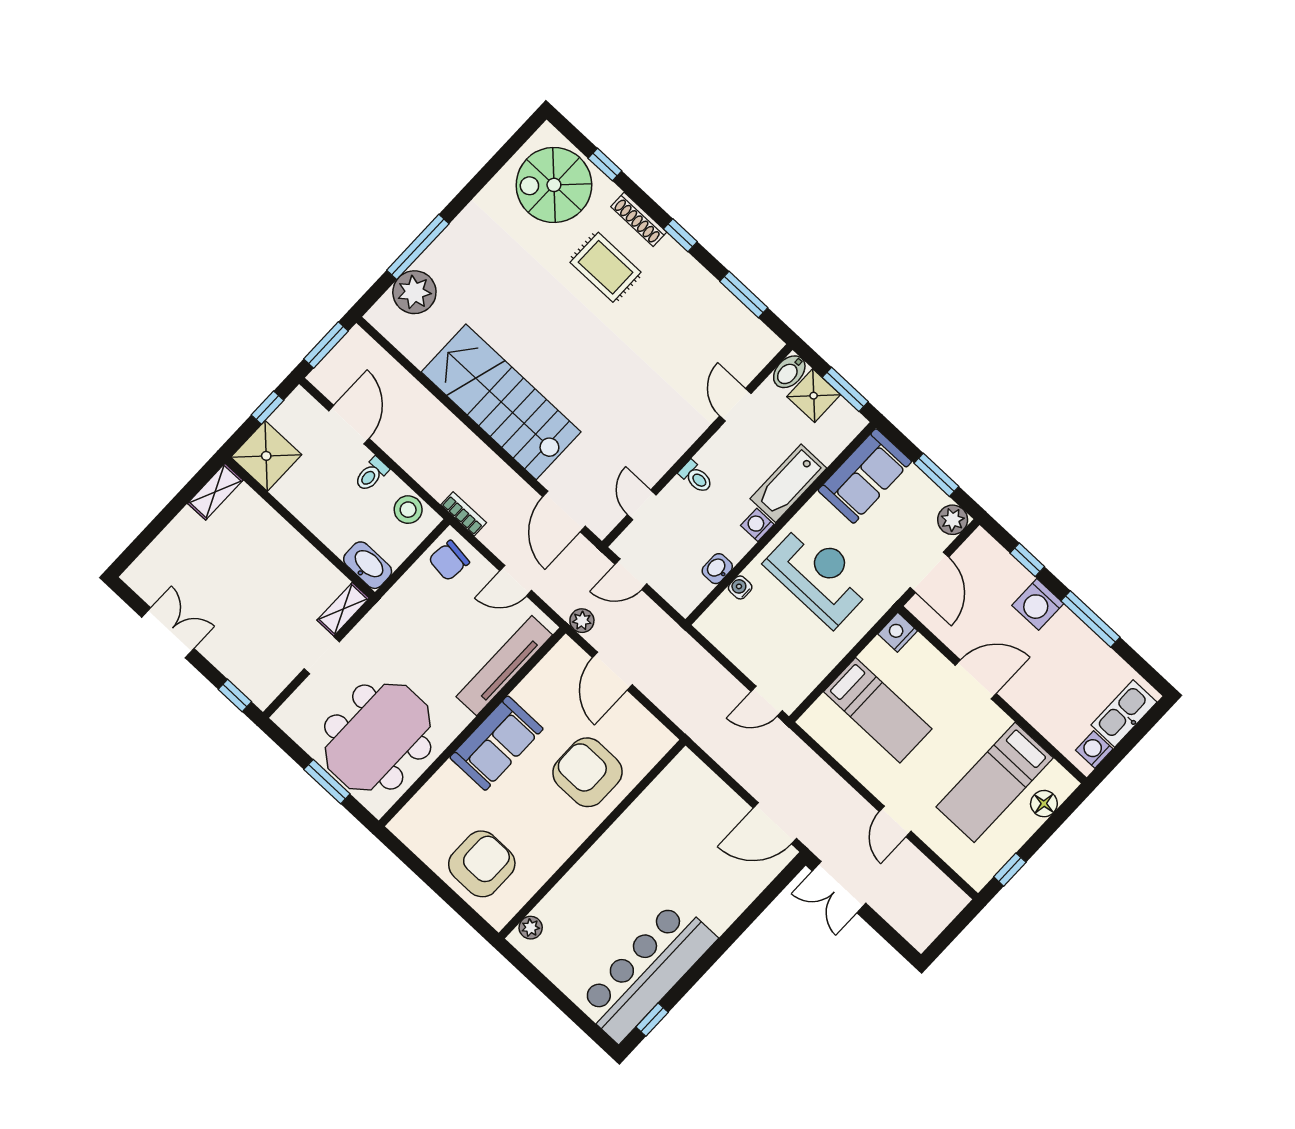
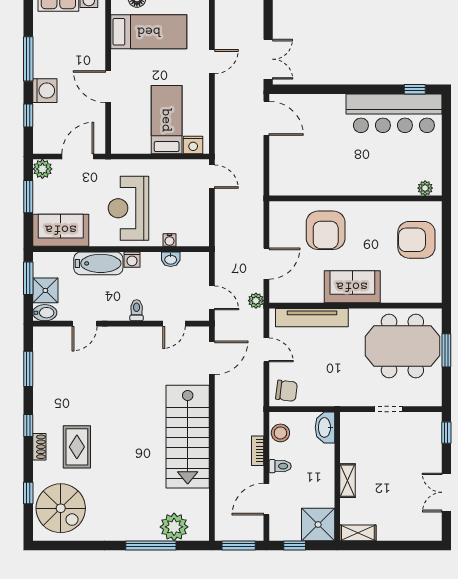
shoe rack: (639, 219) -> (39, 447), width x0.70
bookcase: (464, 514) -> (258, 451), moved
shelving: (343, 609) -> (348, 481), moved, turned 90
nightstand: (898, 632) -> (193, 145), moved

